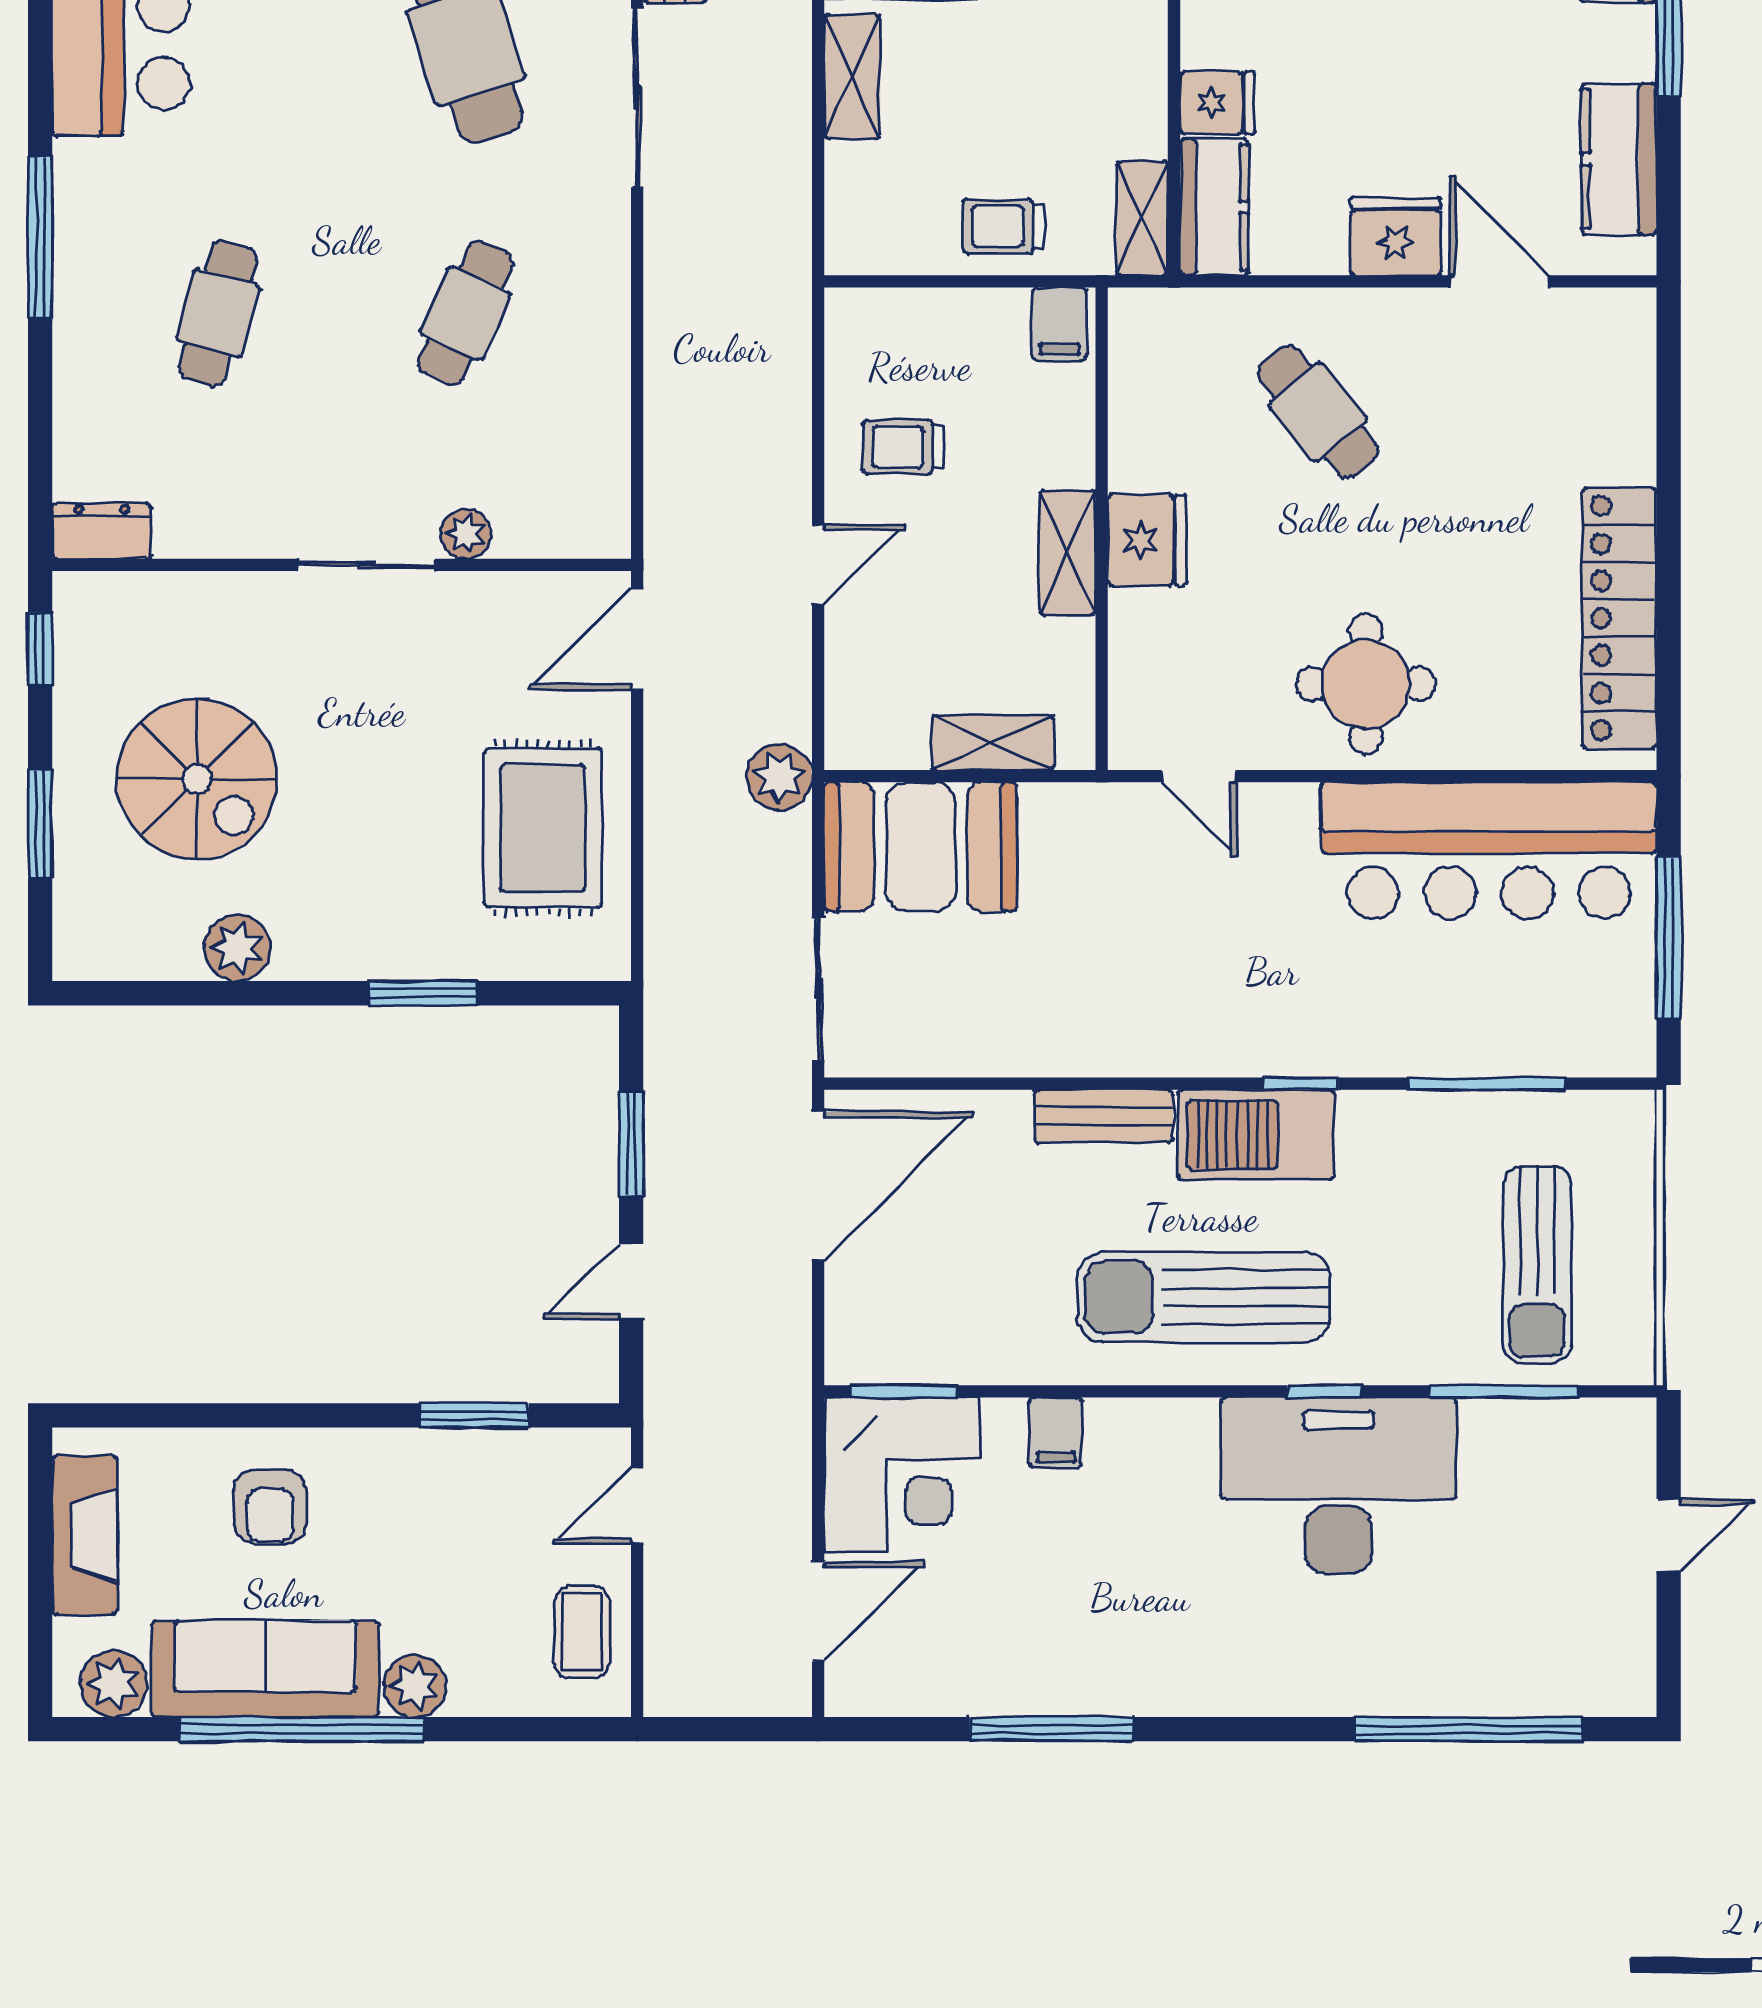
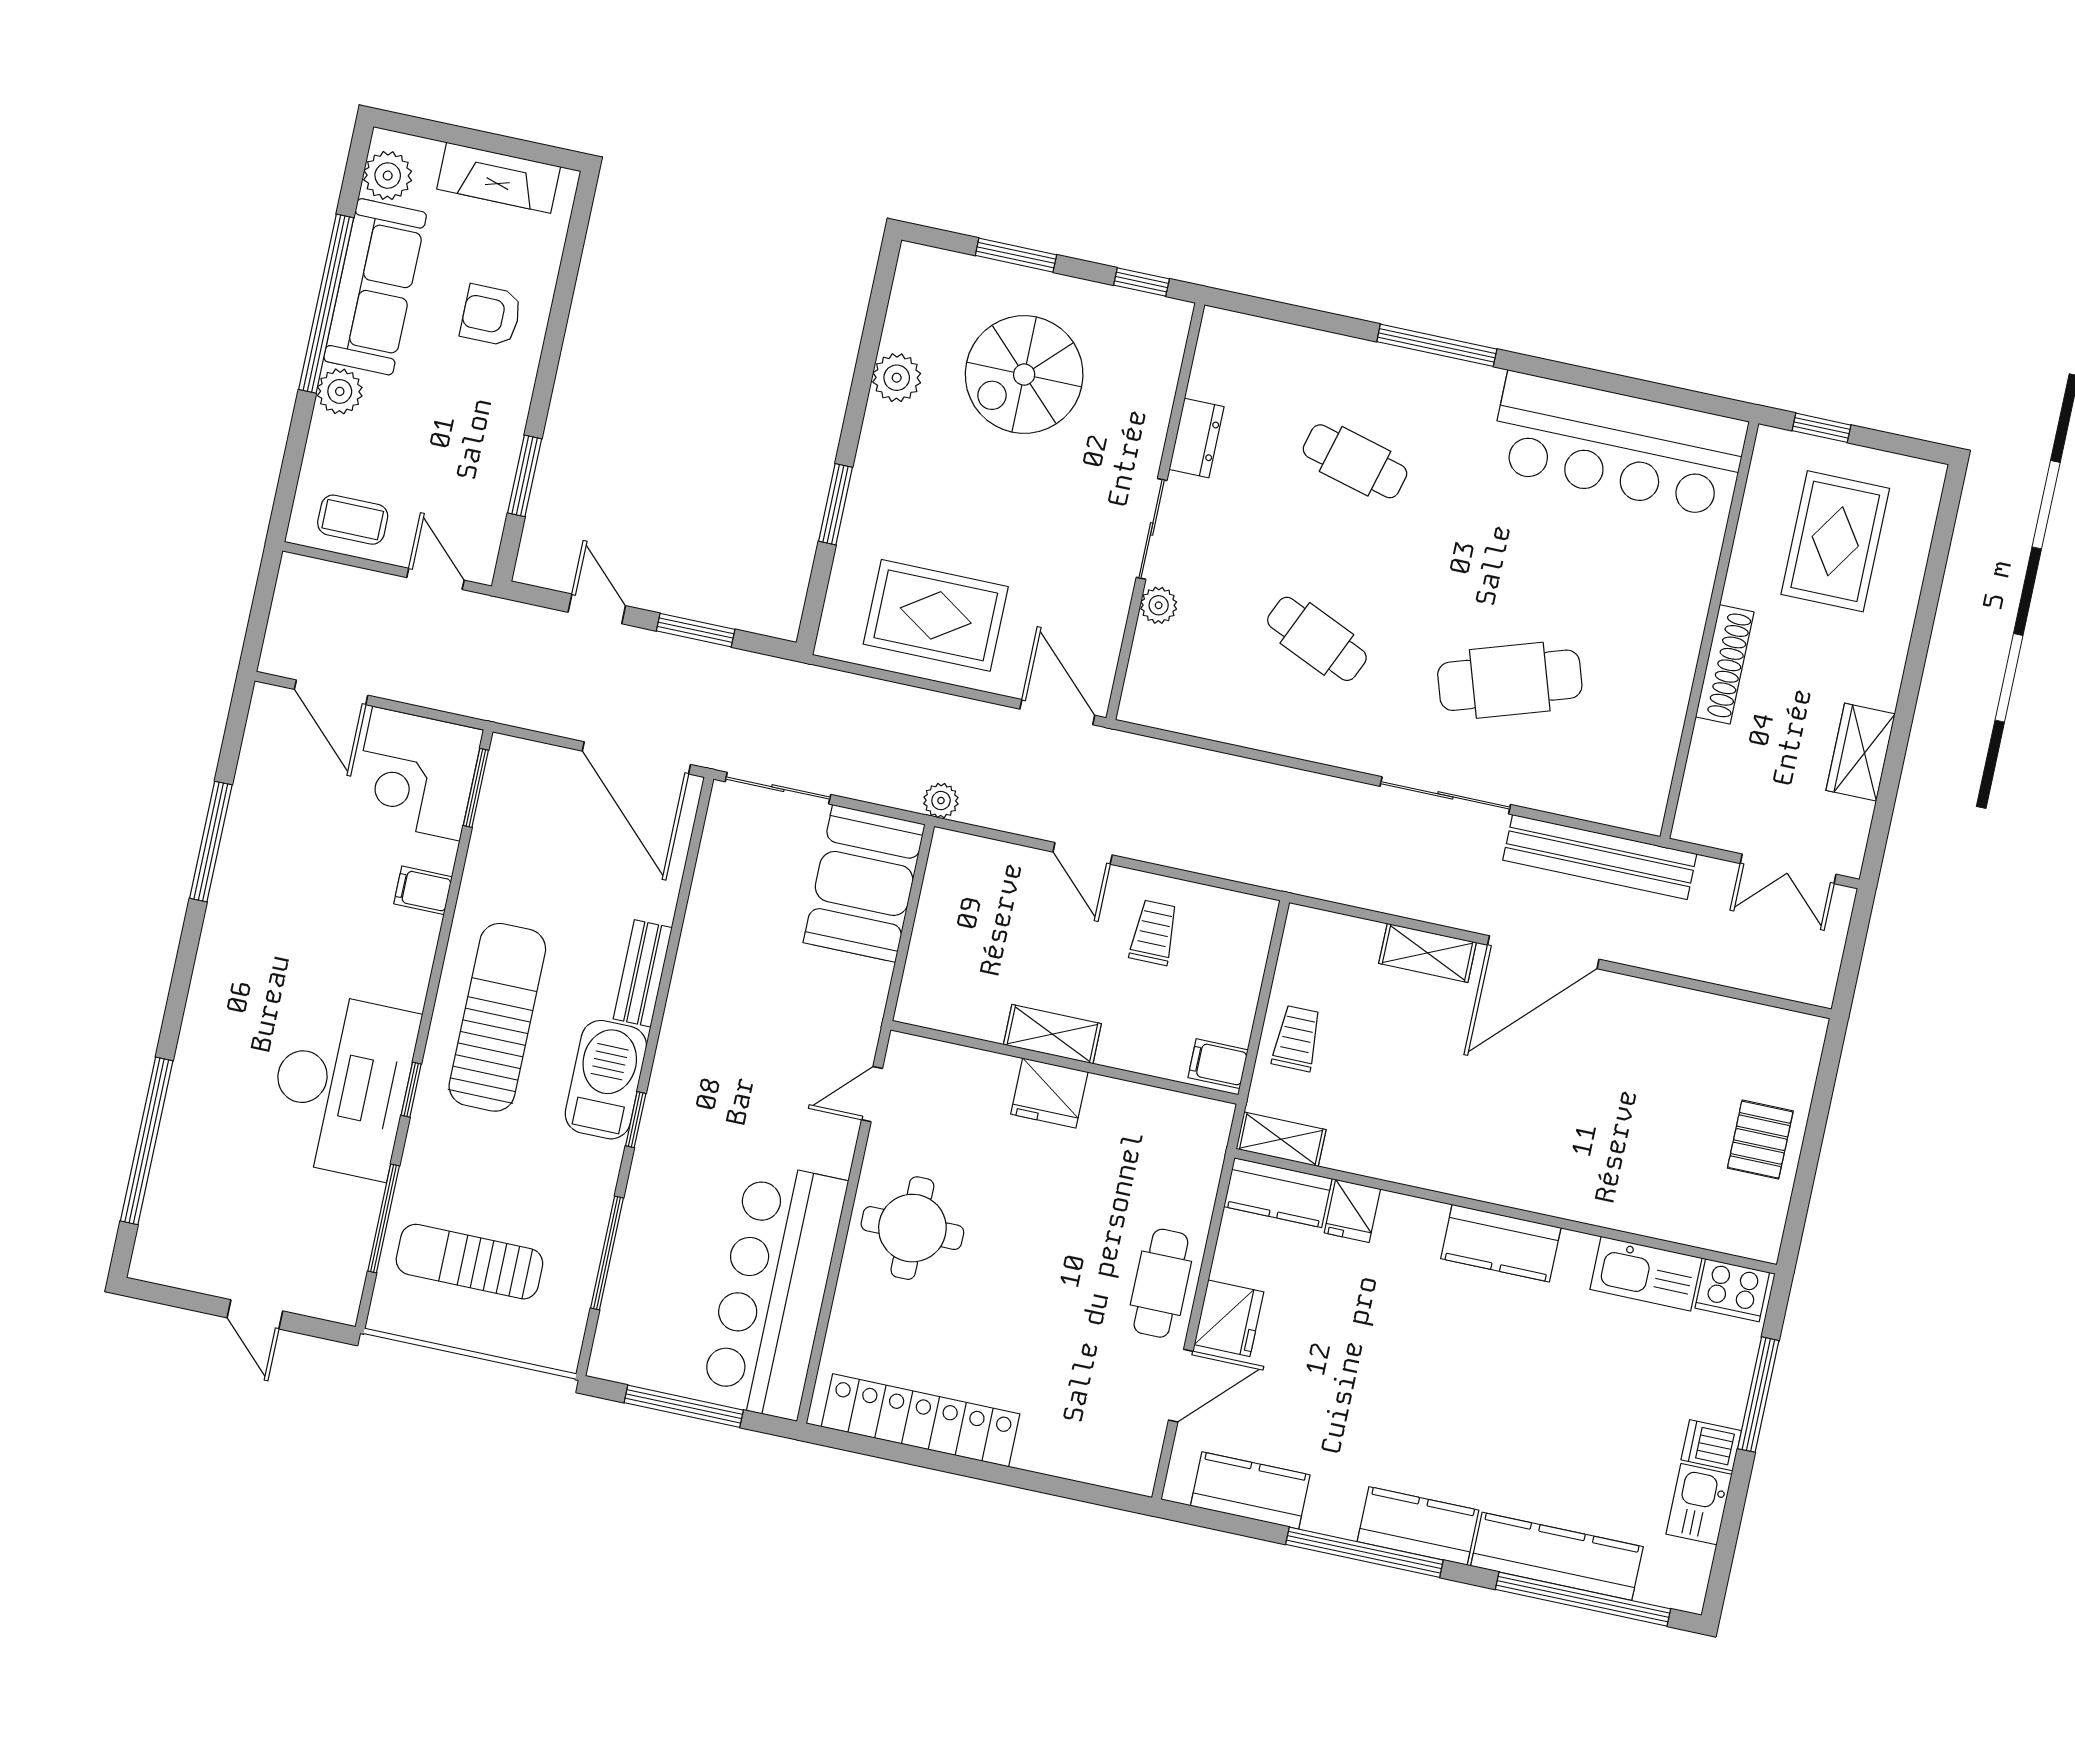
cafe table: (1318, 412) -> (1161, 1283), moved, turned -50
dresser: (102, 531) -> (1197, 438), moved
shelving: (993, 743) -> (928, 952), removed
plant: (779, 777) -> (941, 801), width x0.73, depth x0.73

